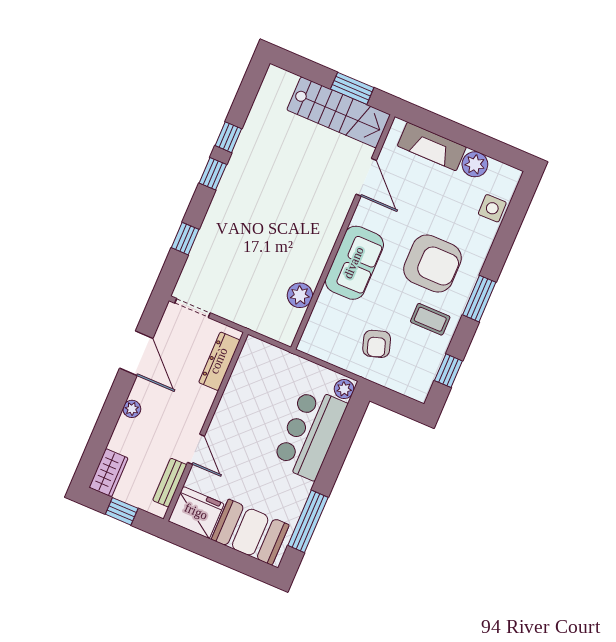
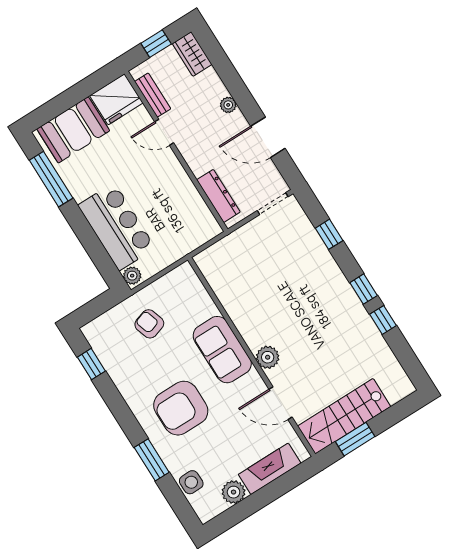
plant: (300, 295) -> (268, 357), moved
window: (479, 299) -> (152, 460), moved
coffee table: (430, 319) -> (140, 377), removed

